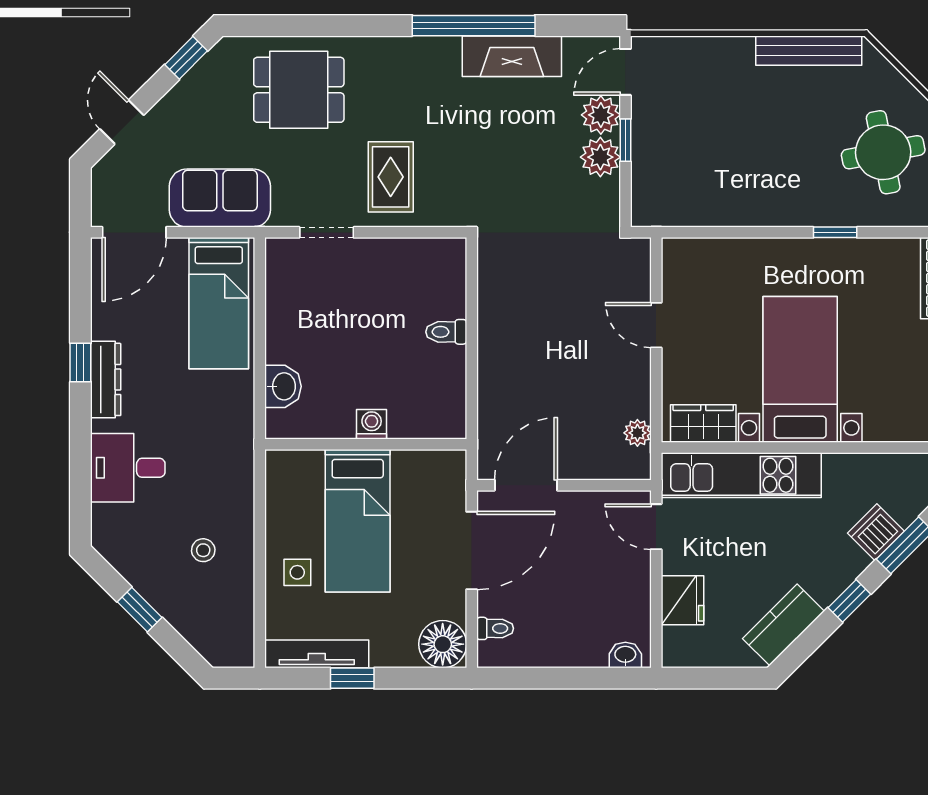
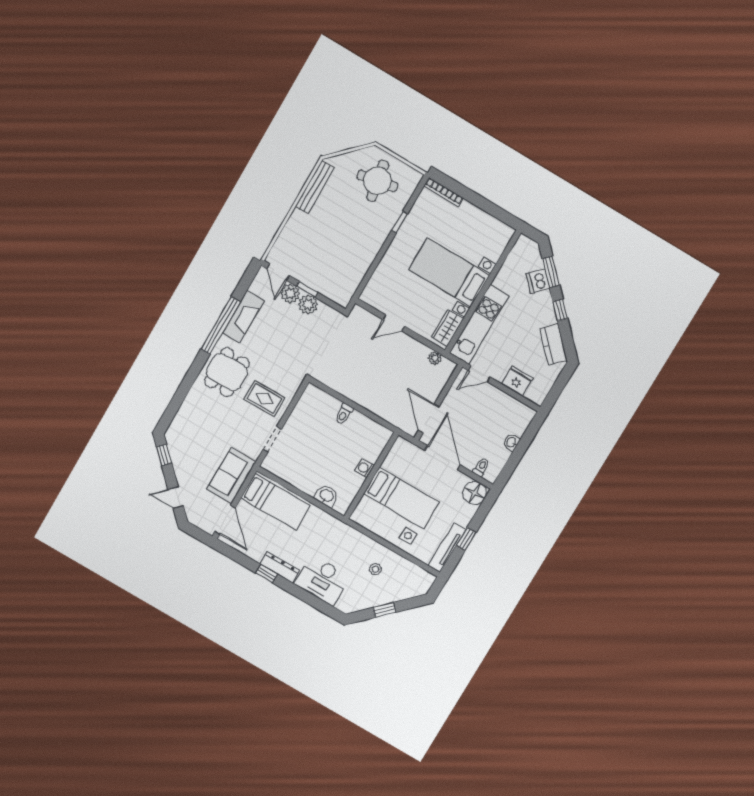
dining table: (299, 90) -> (227, 372), moved
desk: (128, 468) -> (322, 580), width x1.37
washbasin: (625, 655) -> (511, 442), moved

